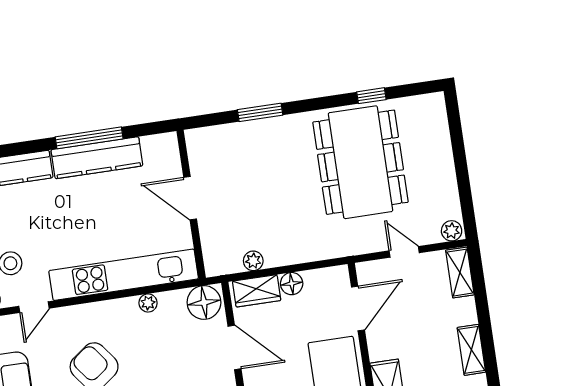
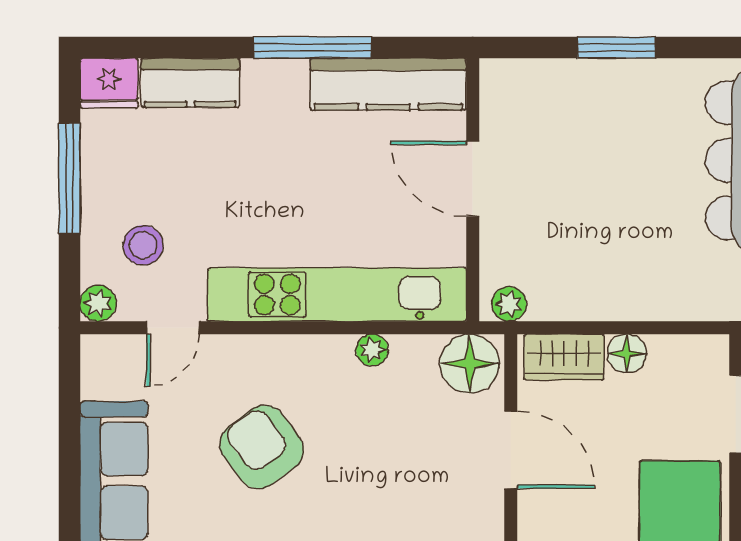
kitchen counter: (97, 158) -> (388, 84), moved
plant: (253, 261) -> (509, 304), moved

